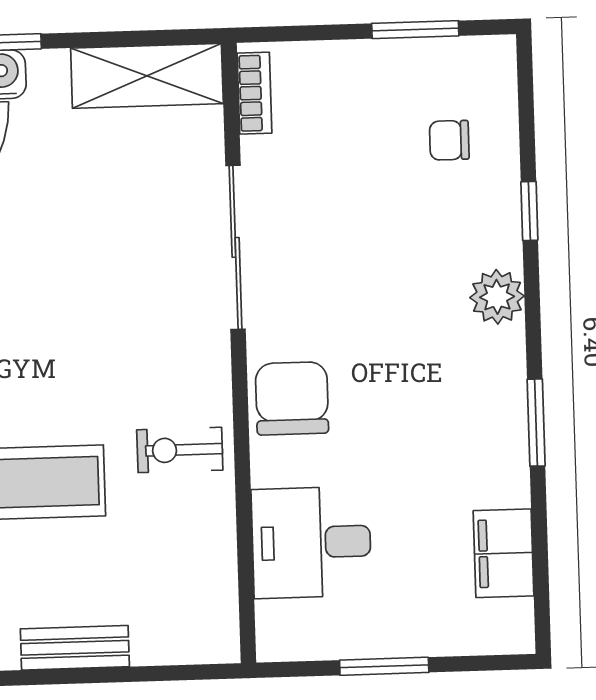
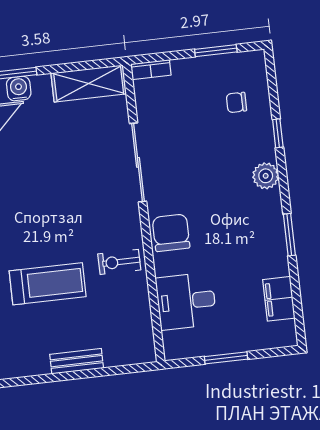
bookcase: (255, 93) -> (151, 70), moved, turned 90

